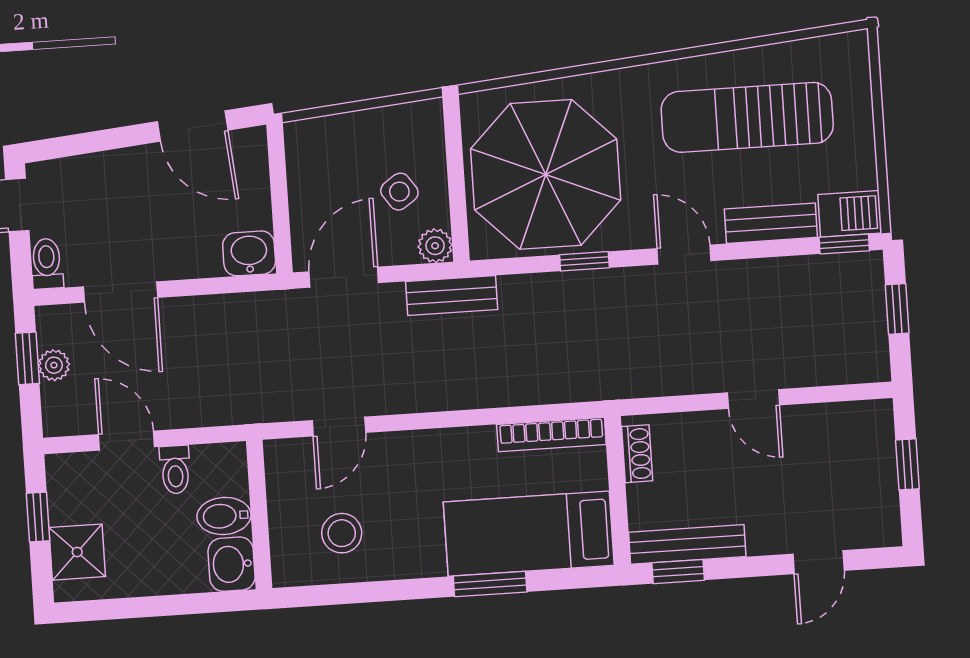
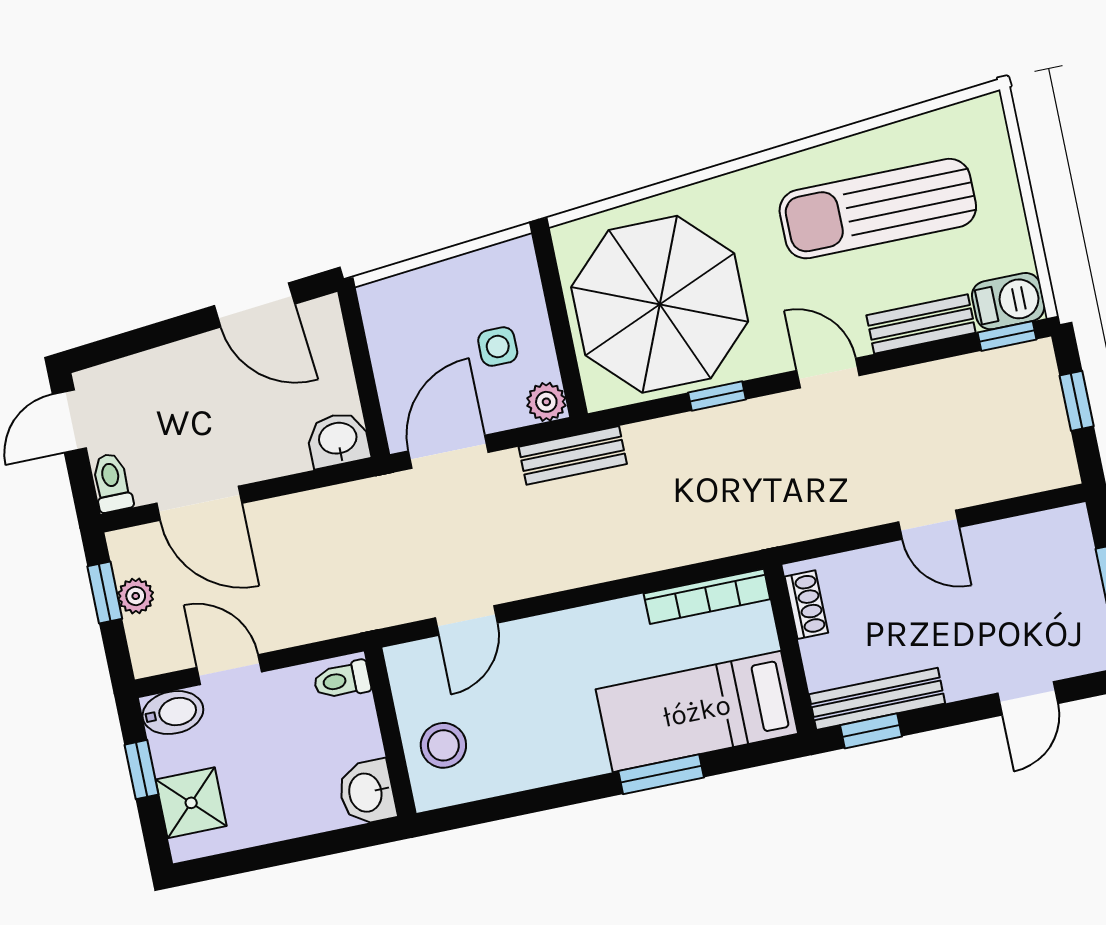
side table: (399, 192) -> (498, 347), turned 35
toilet: (175, 470) -> (342, 680), moved, turned 90
bidet: (224, 516) -> (173, 712), moved, turned 180
stool: (342, 533) -> (443, 745), moved

